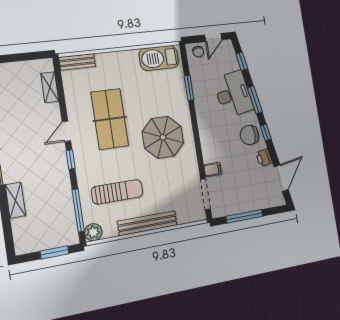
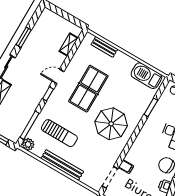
bench: (77, 62) -> (104, 47), moved

